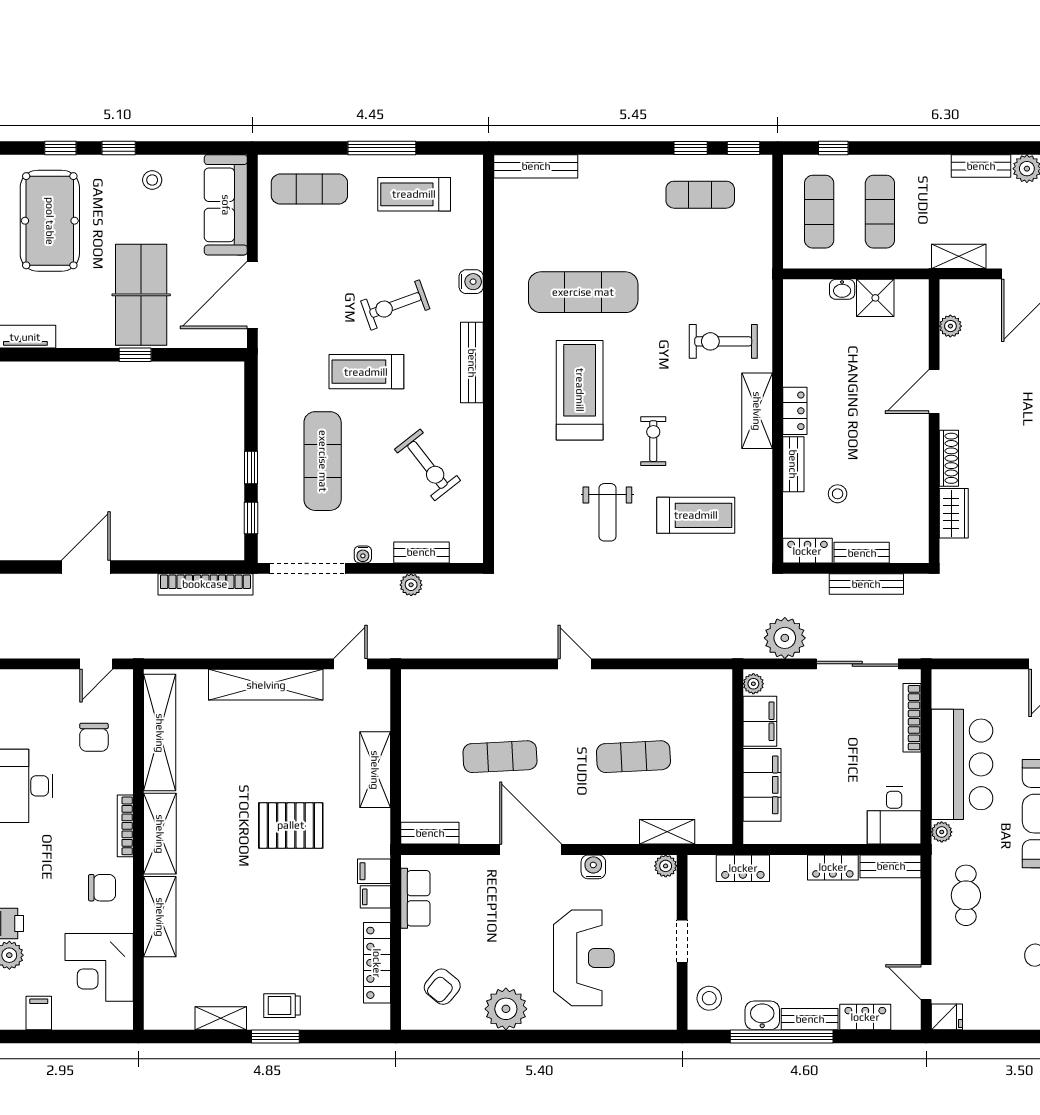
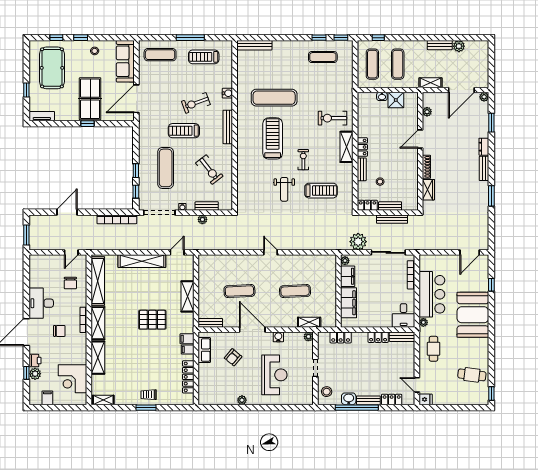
chair: (102, 888) -> (59, 331), moved
armchair: (442, 987) -> (233, 357), moved
plant: (506, 1009) -> (242, 400), width x0.53, depth x0.53
shelving: (221, 1018) -> (103, 400), moved

